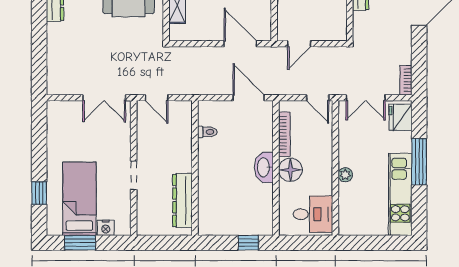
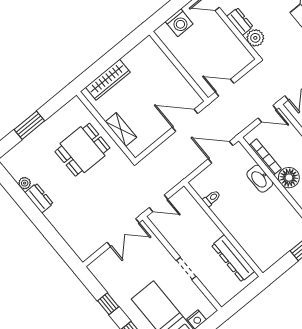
plant: (362, 22) -> (255, 38), added
door: (299, 44) -> (225, 88), swing flipped
window: (39, 150) -> (108, 304), added
washbasin: (264, 167) -> (260, 179), moved

